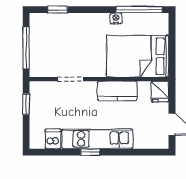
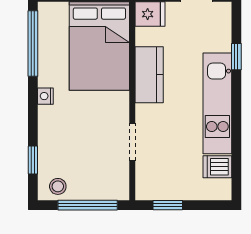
nightstand: (116, 18) -> (45, 96), moved
stool: (39, 27) -> (58, 186), added
window: (90, 152) -> (236, 57), moved

